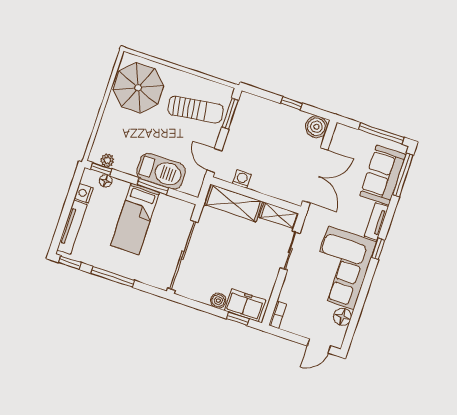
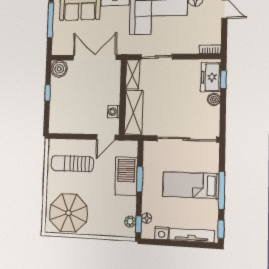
sun lounger: (196, 110) -> (72, 164), turned -82
window: (230, 114) -> (68, 136), removed
bed: (135, 219) -> (191, 185), moved, turned 180

